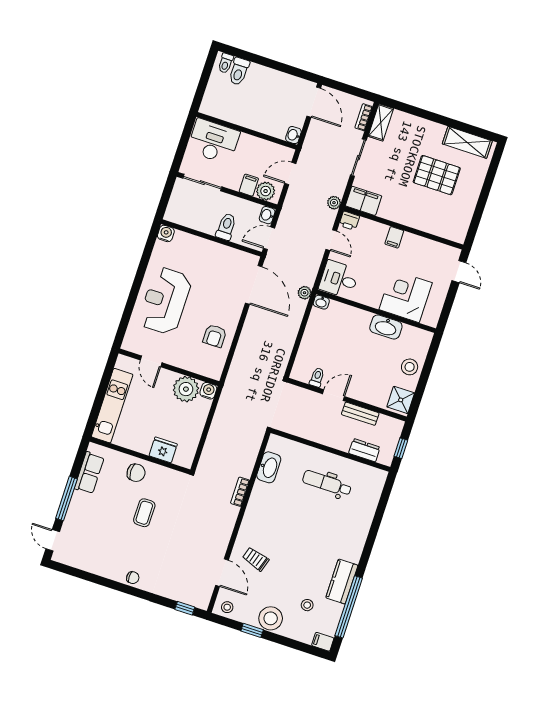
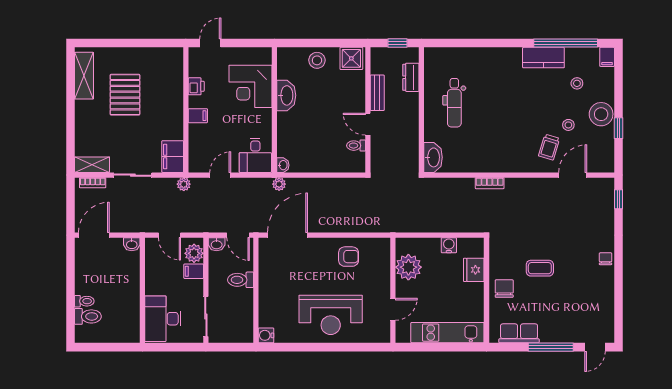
toilet: (226, 63) -> (84, 301), moved
printer: (349, 221) -> (196, 86), moved
water cooler: (208, 391) -> (449, 245), moved, turned 90
washbasin: (269, 467) -> (433, 157), moved, turned 90
stool: (227, 607) -> (568, 125), moved

